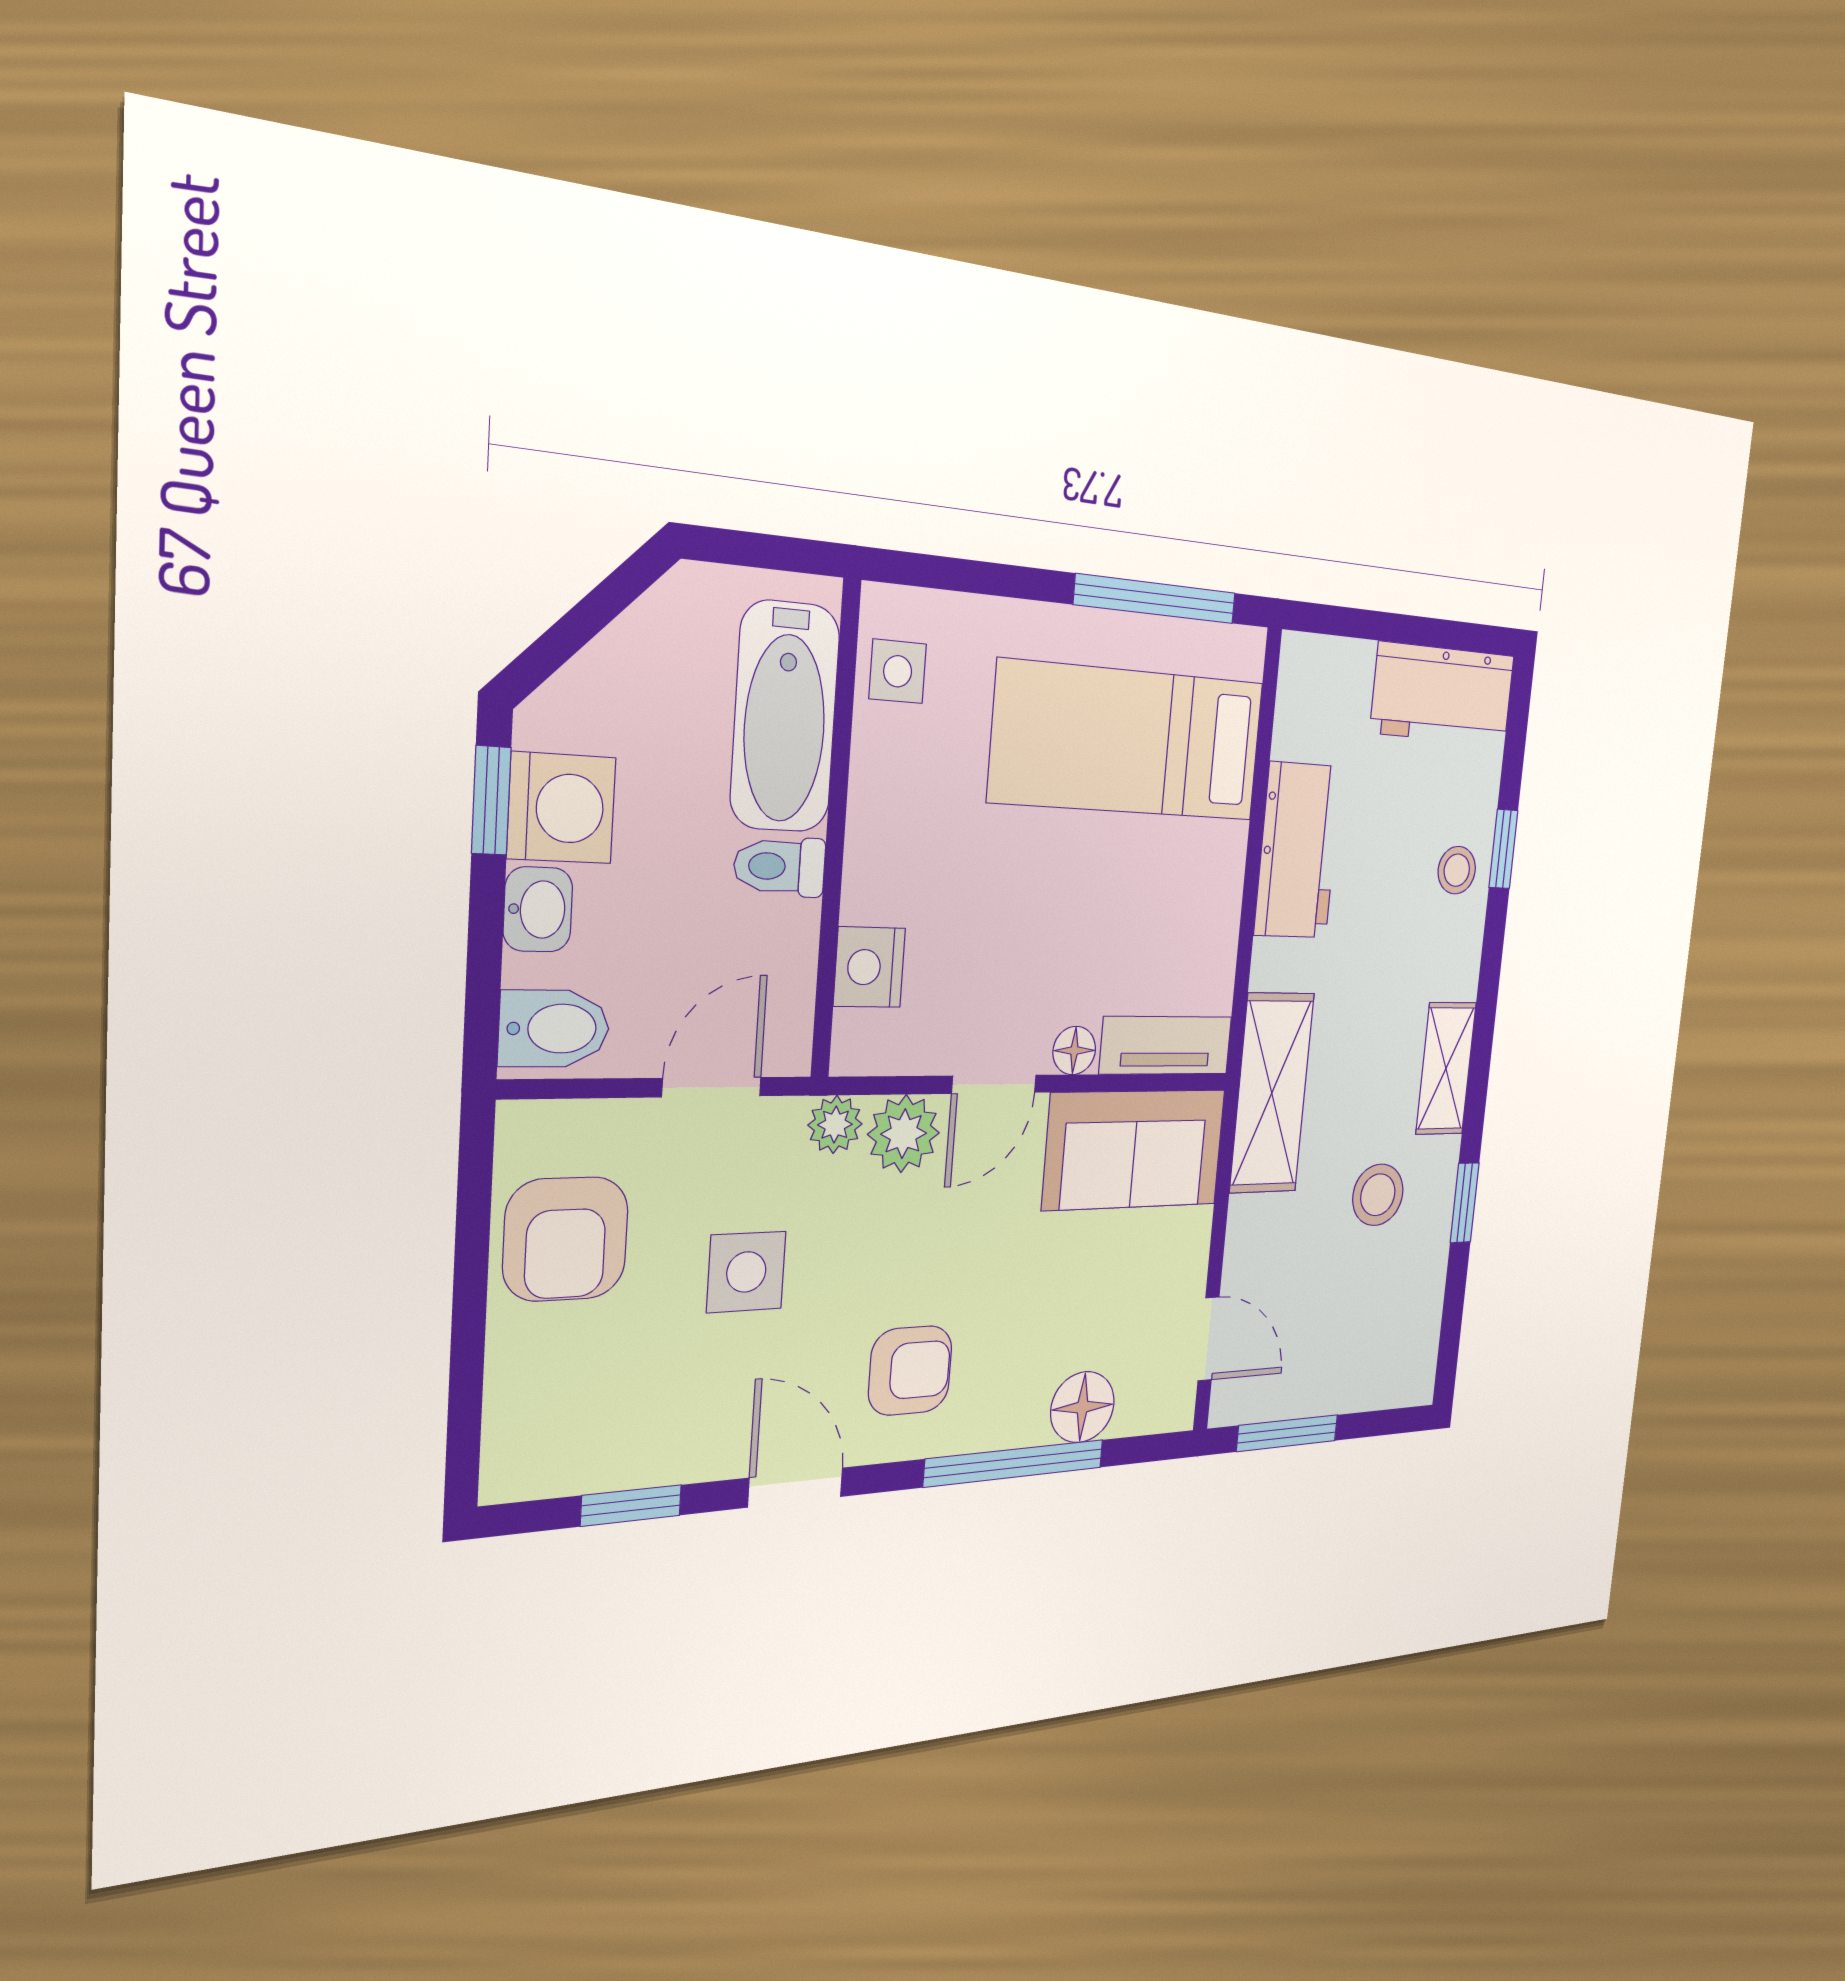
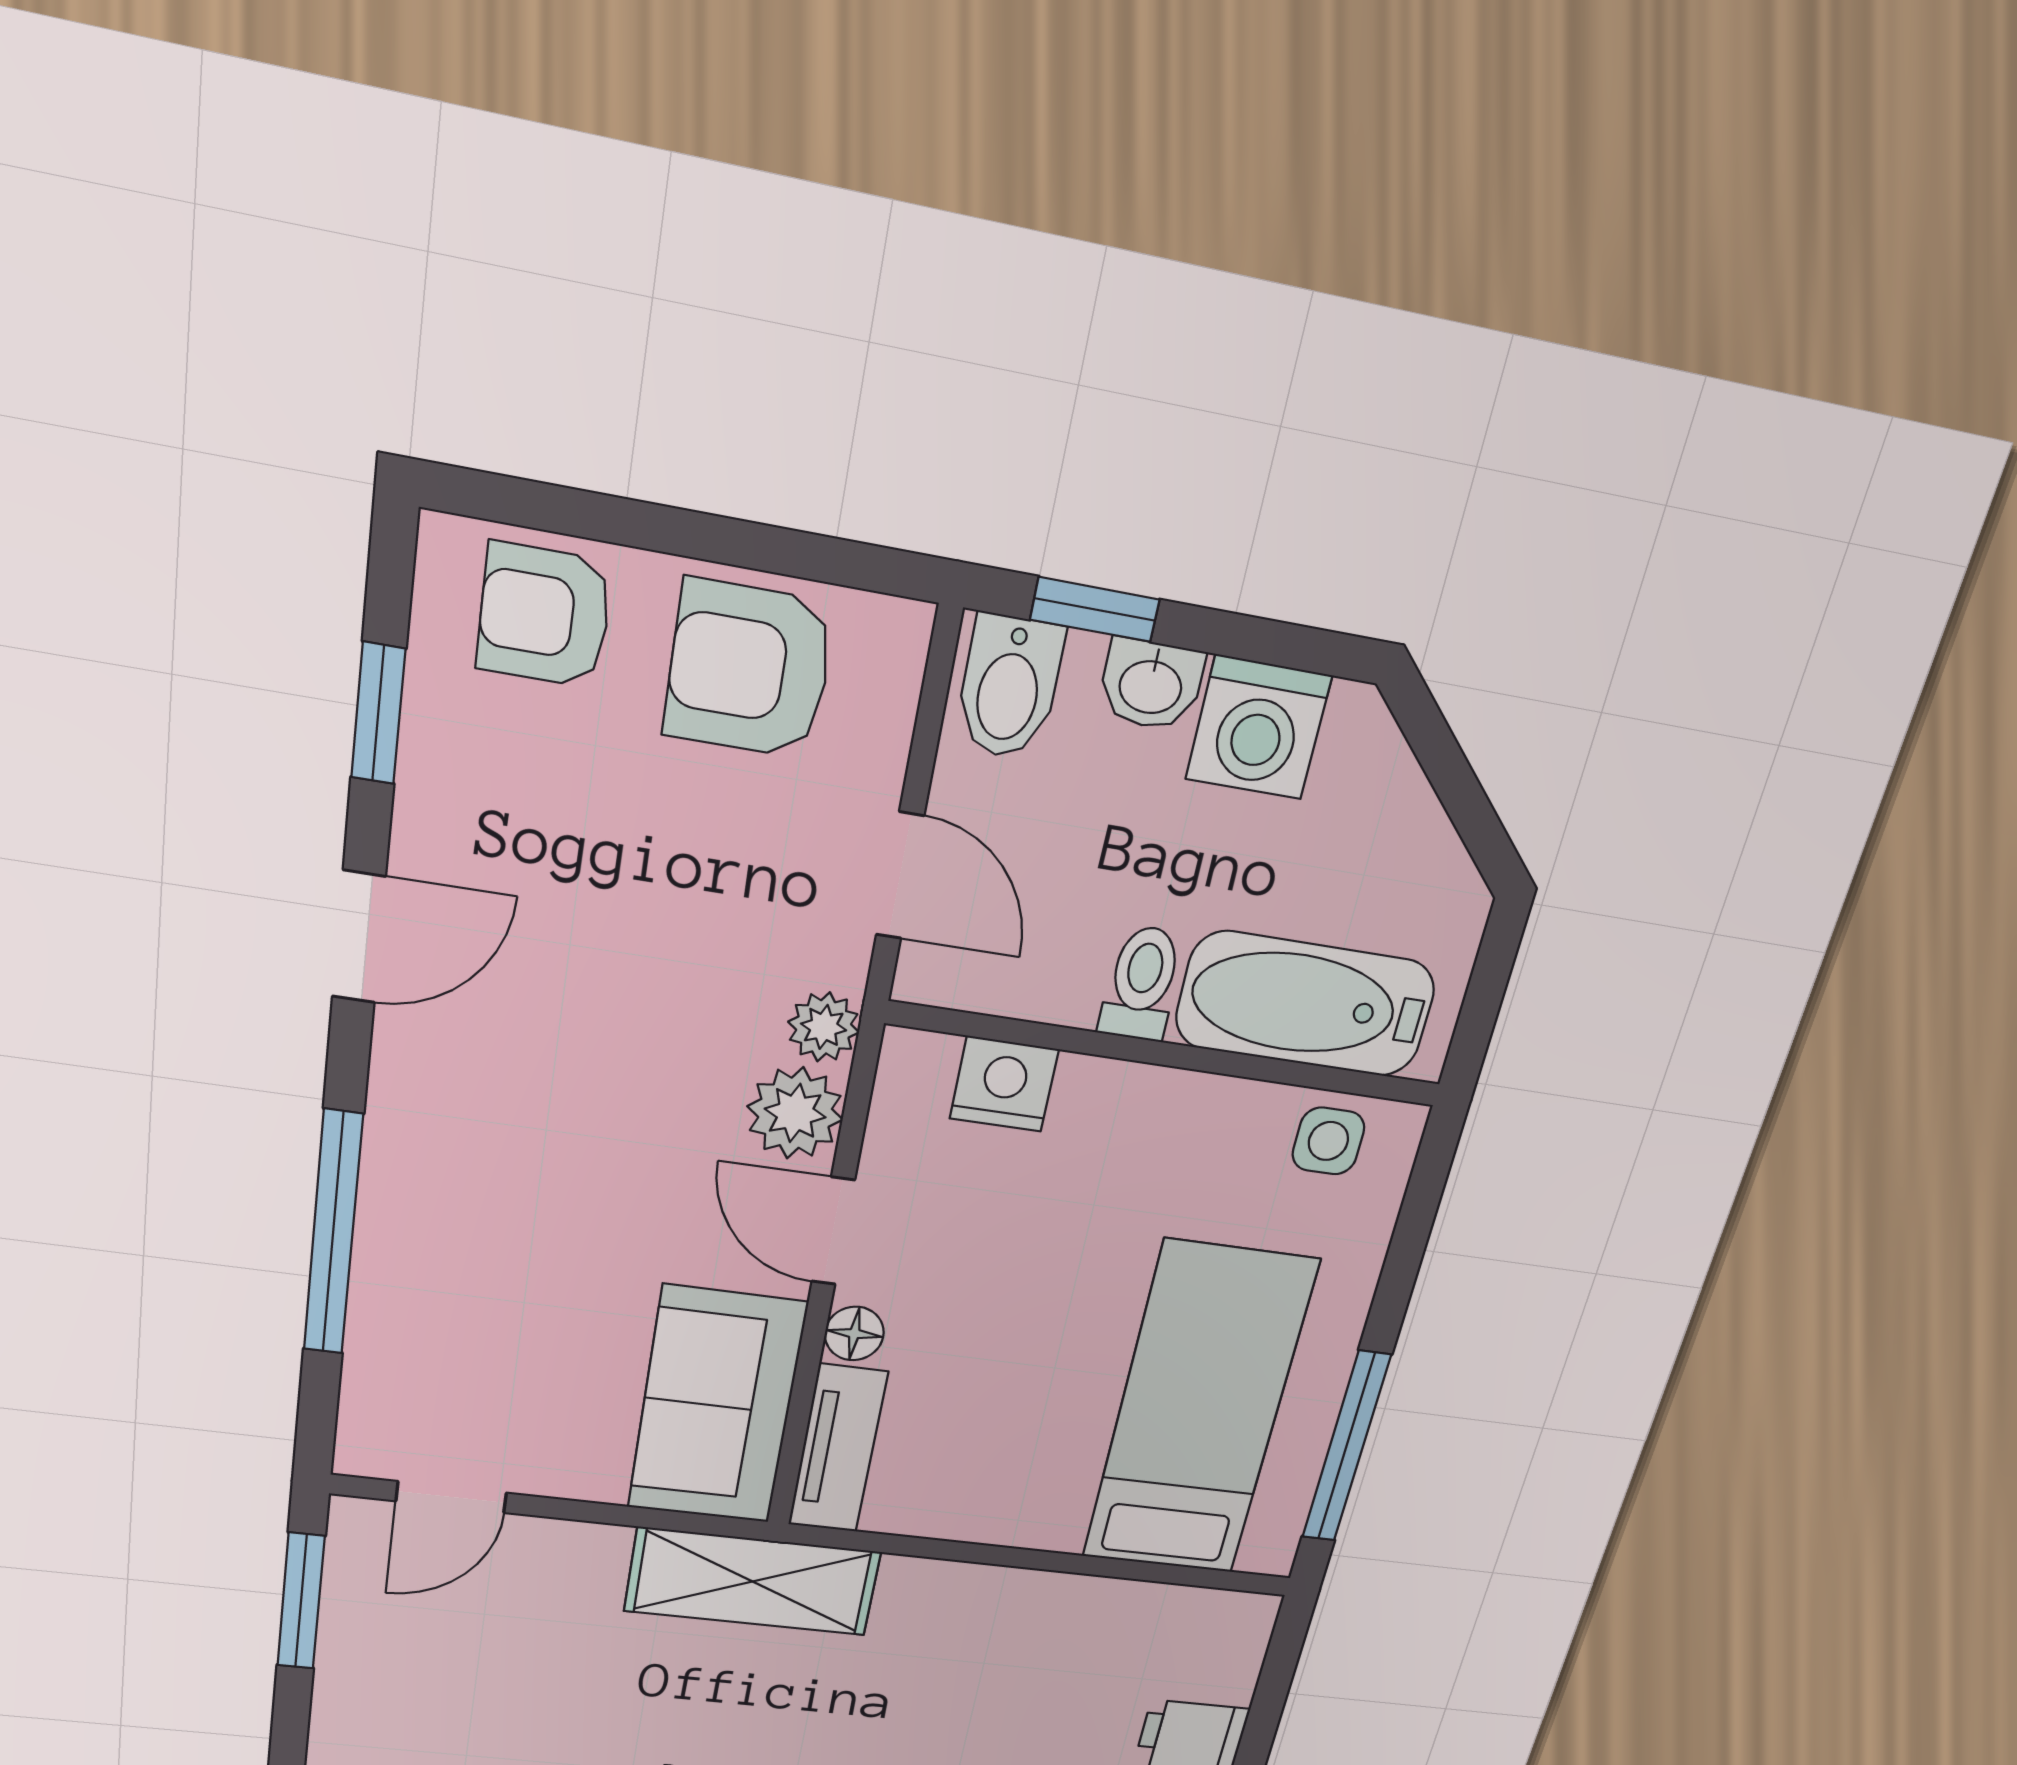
window: (491, 800) -> (1095, 610), moved
workbench: (1298, 851) -> (1036, 1614), removed
stool: (1378, 1195) -> (597, 1718), removed
side table: (746, 1272) -> (661, 897), removed
armchair: (910, 1371) -> (544, 615), moved, turned 90
floor lamp: (1082, 1407) -> (392, 1328), removed

